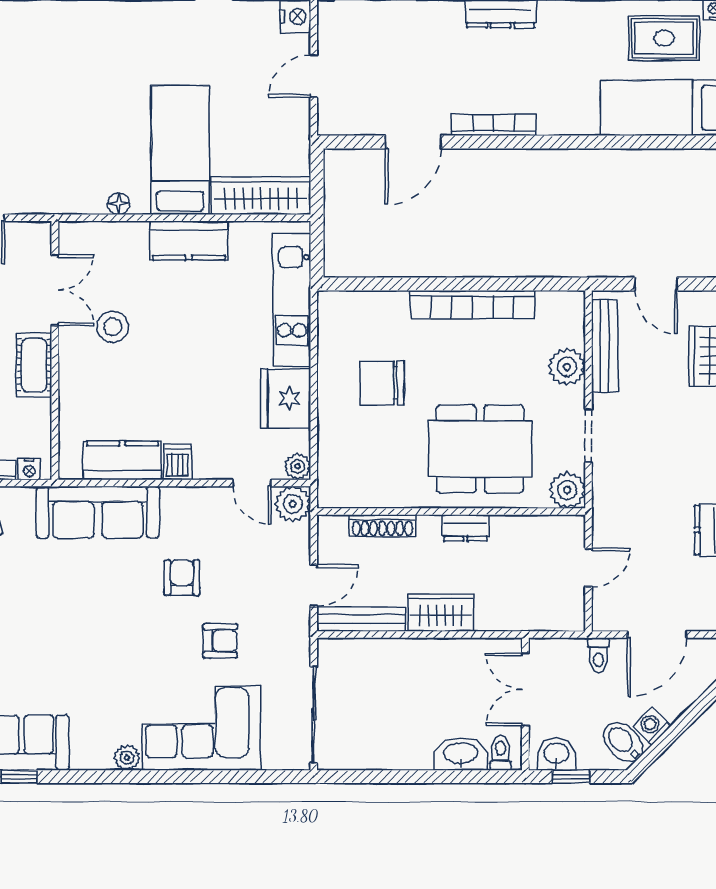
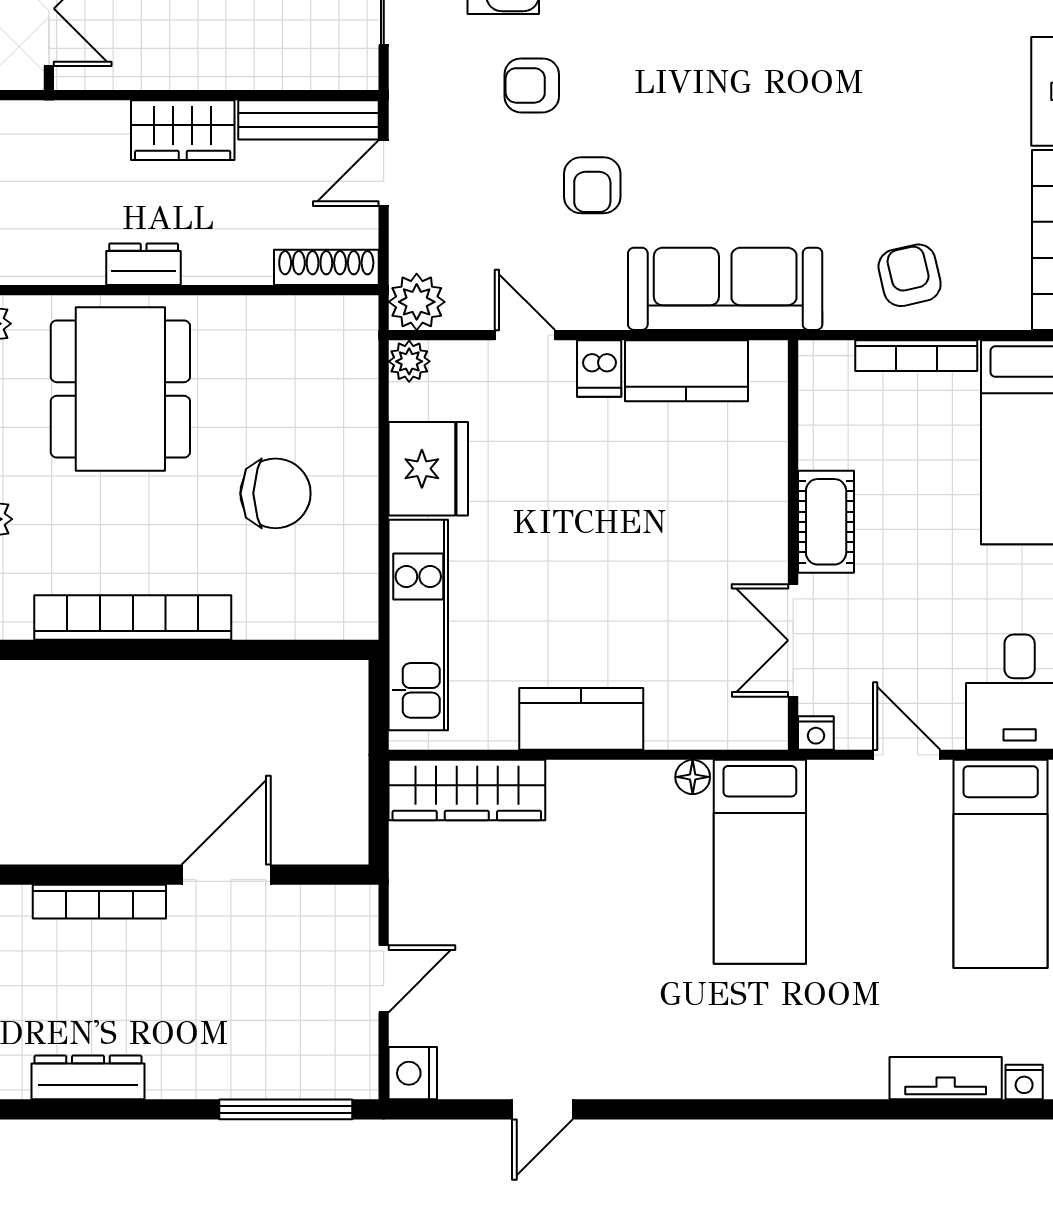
bed: (180, 150) -> (760, 862), moved
stool: (113, 327) -> (702, 582), removed
dining table: (480, 449) -> (120, 389), turned 90
nightstand: (29, 469) -> (816, 733), moved, turned 180
door: (252, 483) -> (525, 335), moved
shoe rack: (382, 526) -> (326, 267), moved

